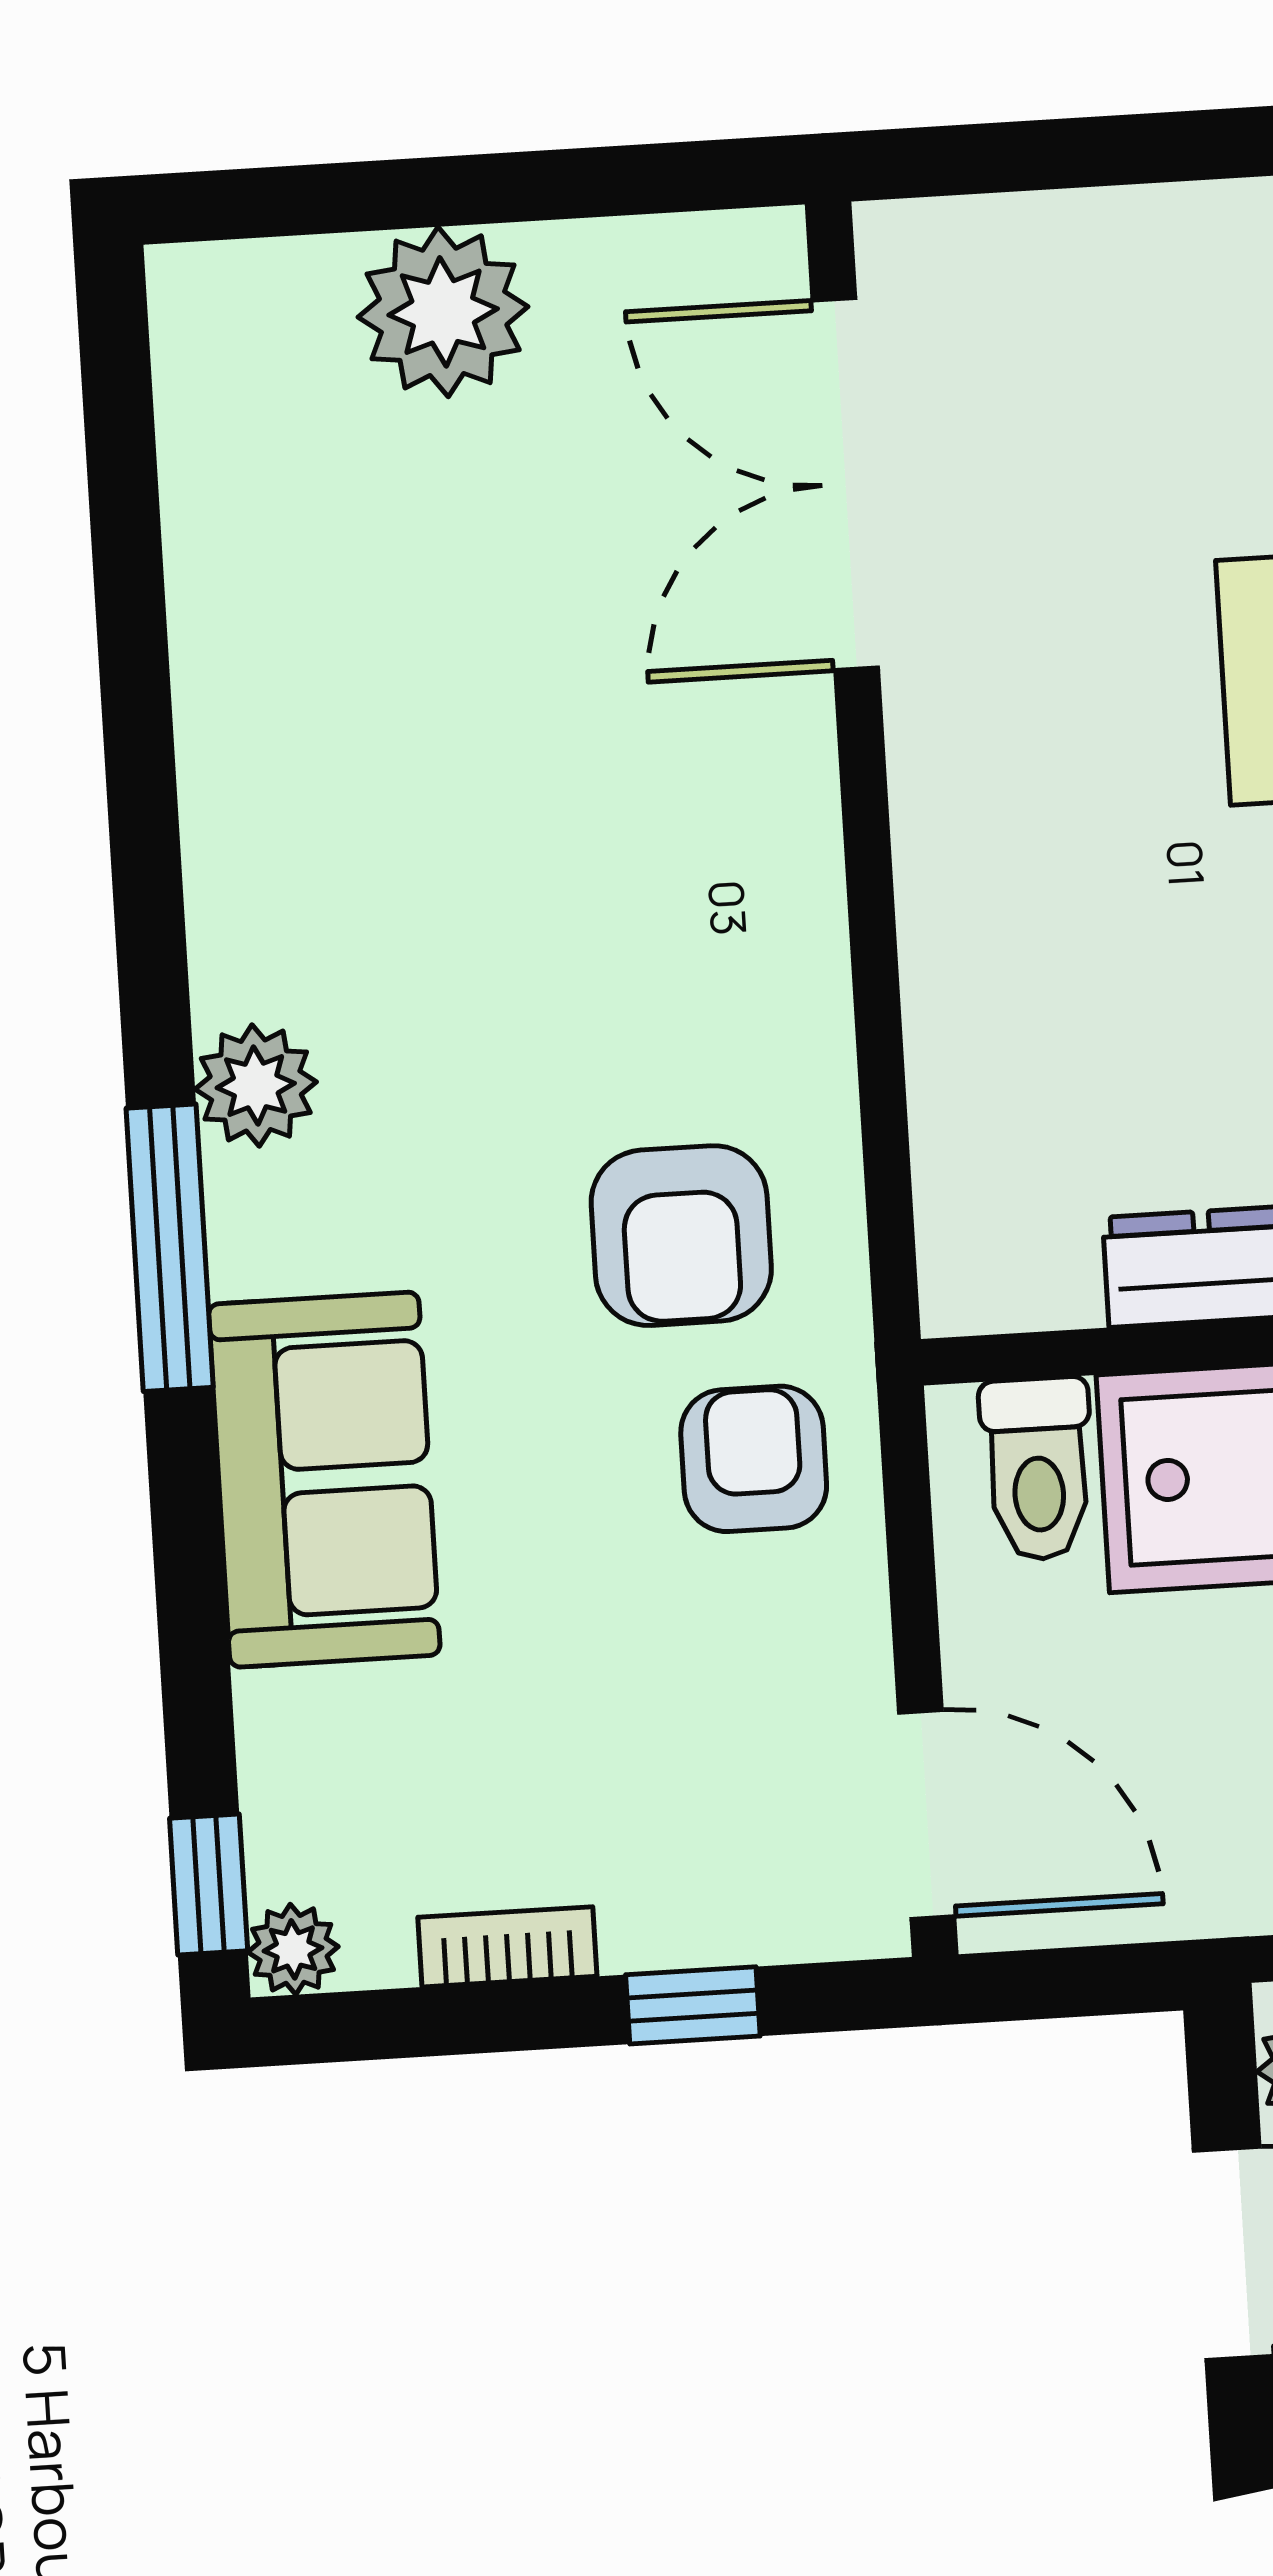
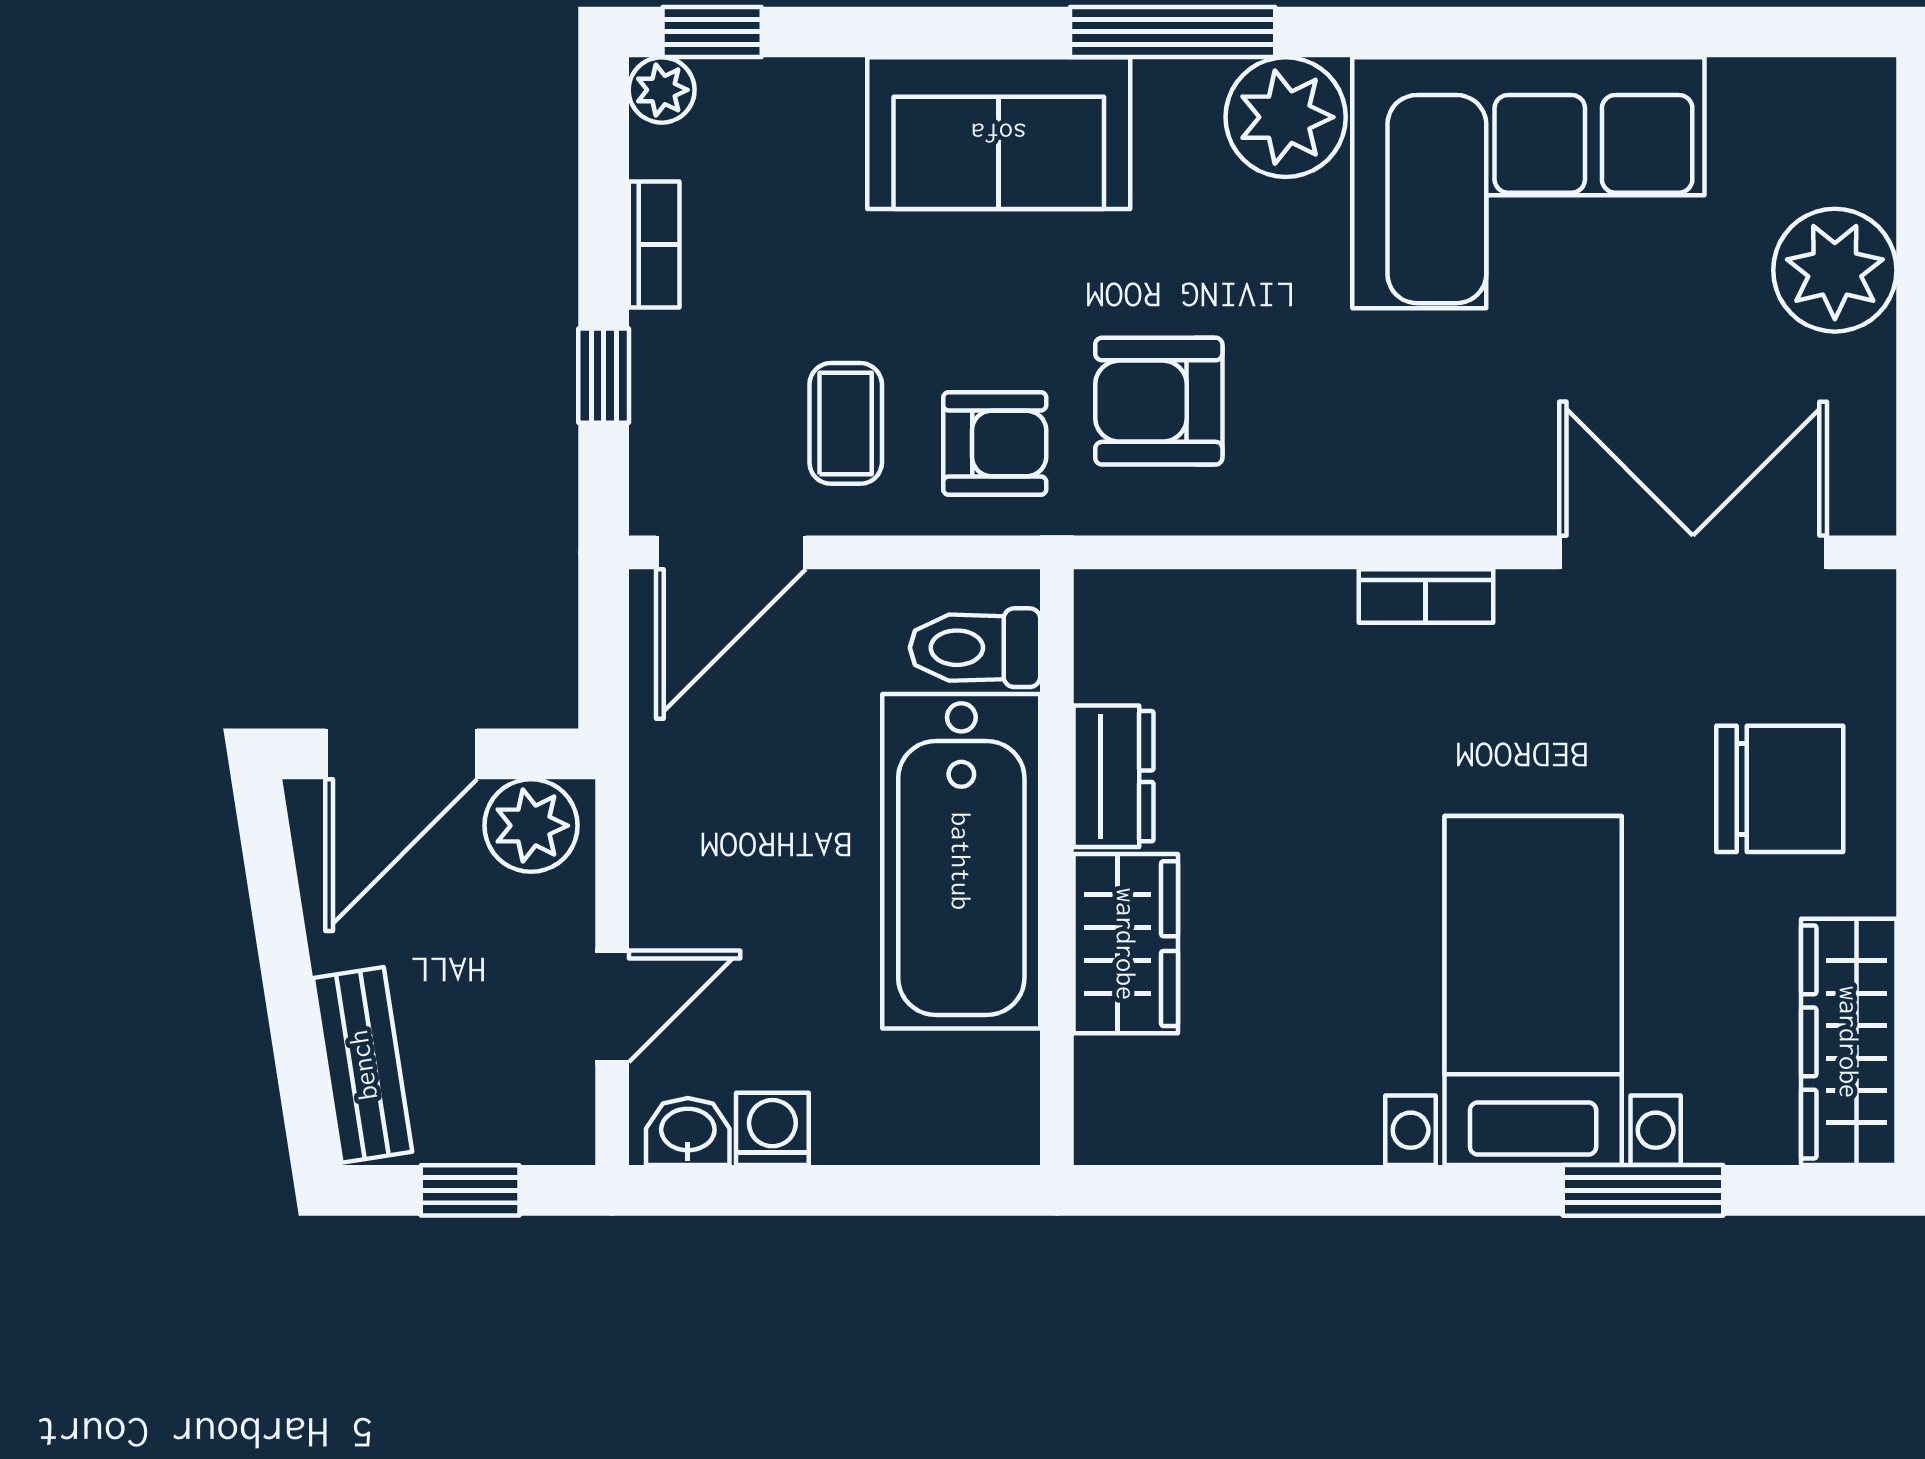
chair: (1165, 344) -> (1780, 789), added
corner sofa: (348, 743) -> (1528, 183), added
bookcase: (928, 850) -> (1426, 596), added
plant: (256, 1086) -> (1286, 117), width x1.36, depth x1.36
coffee table: (739, 1667) -> (846, 423), added

